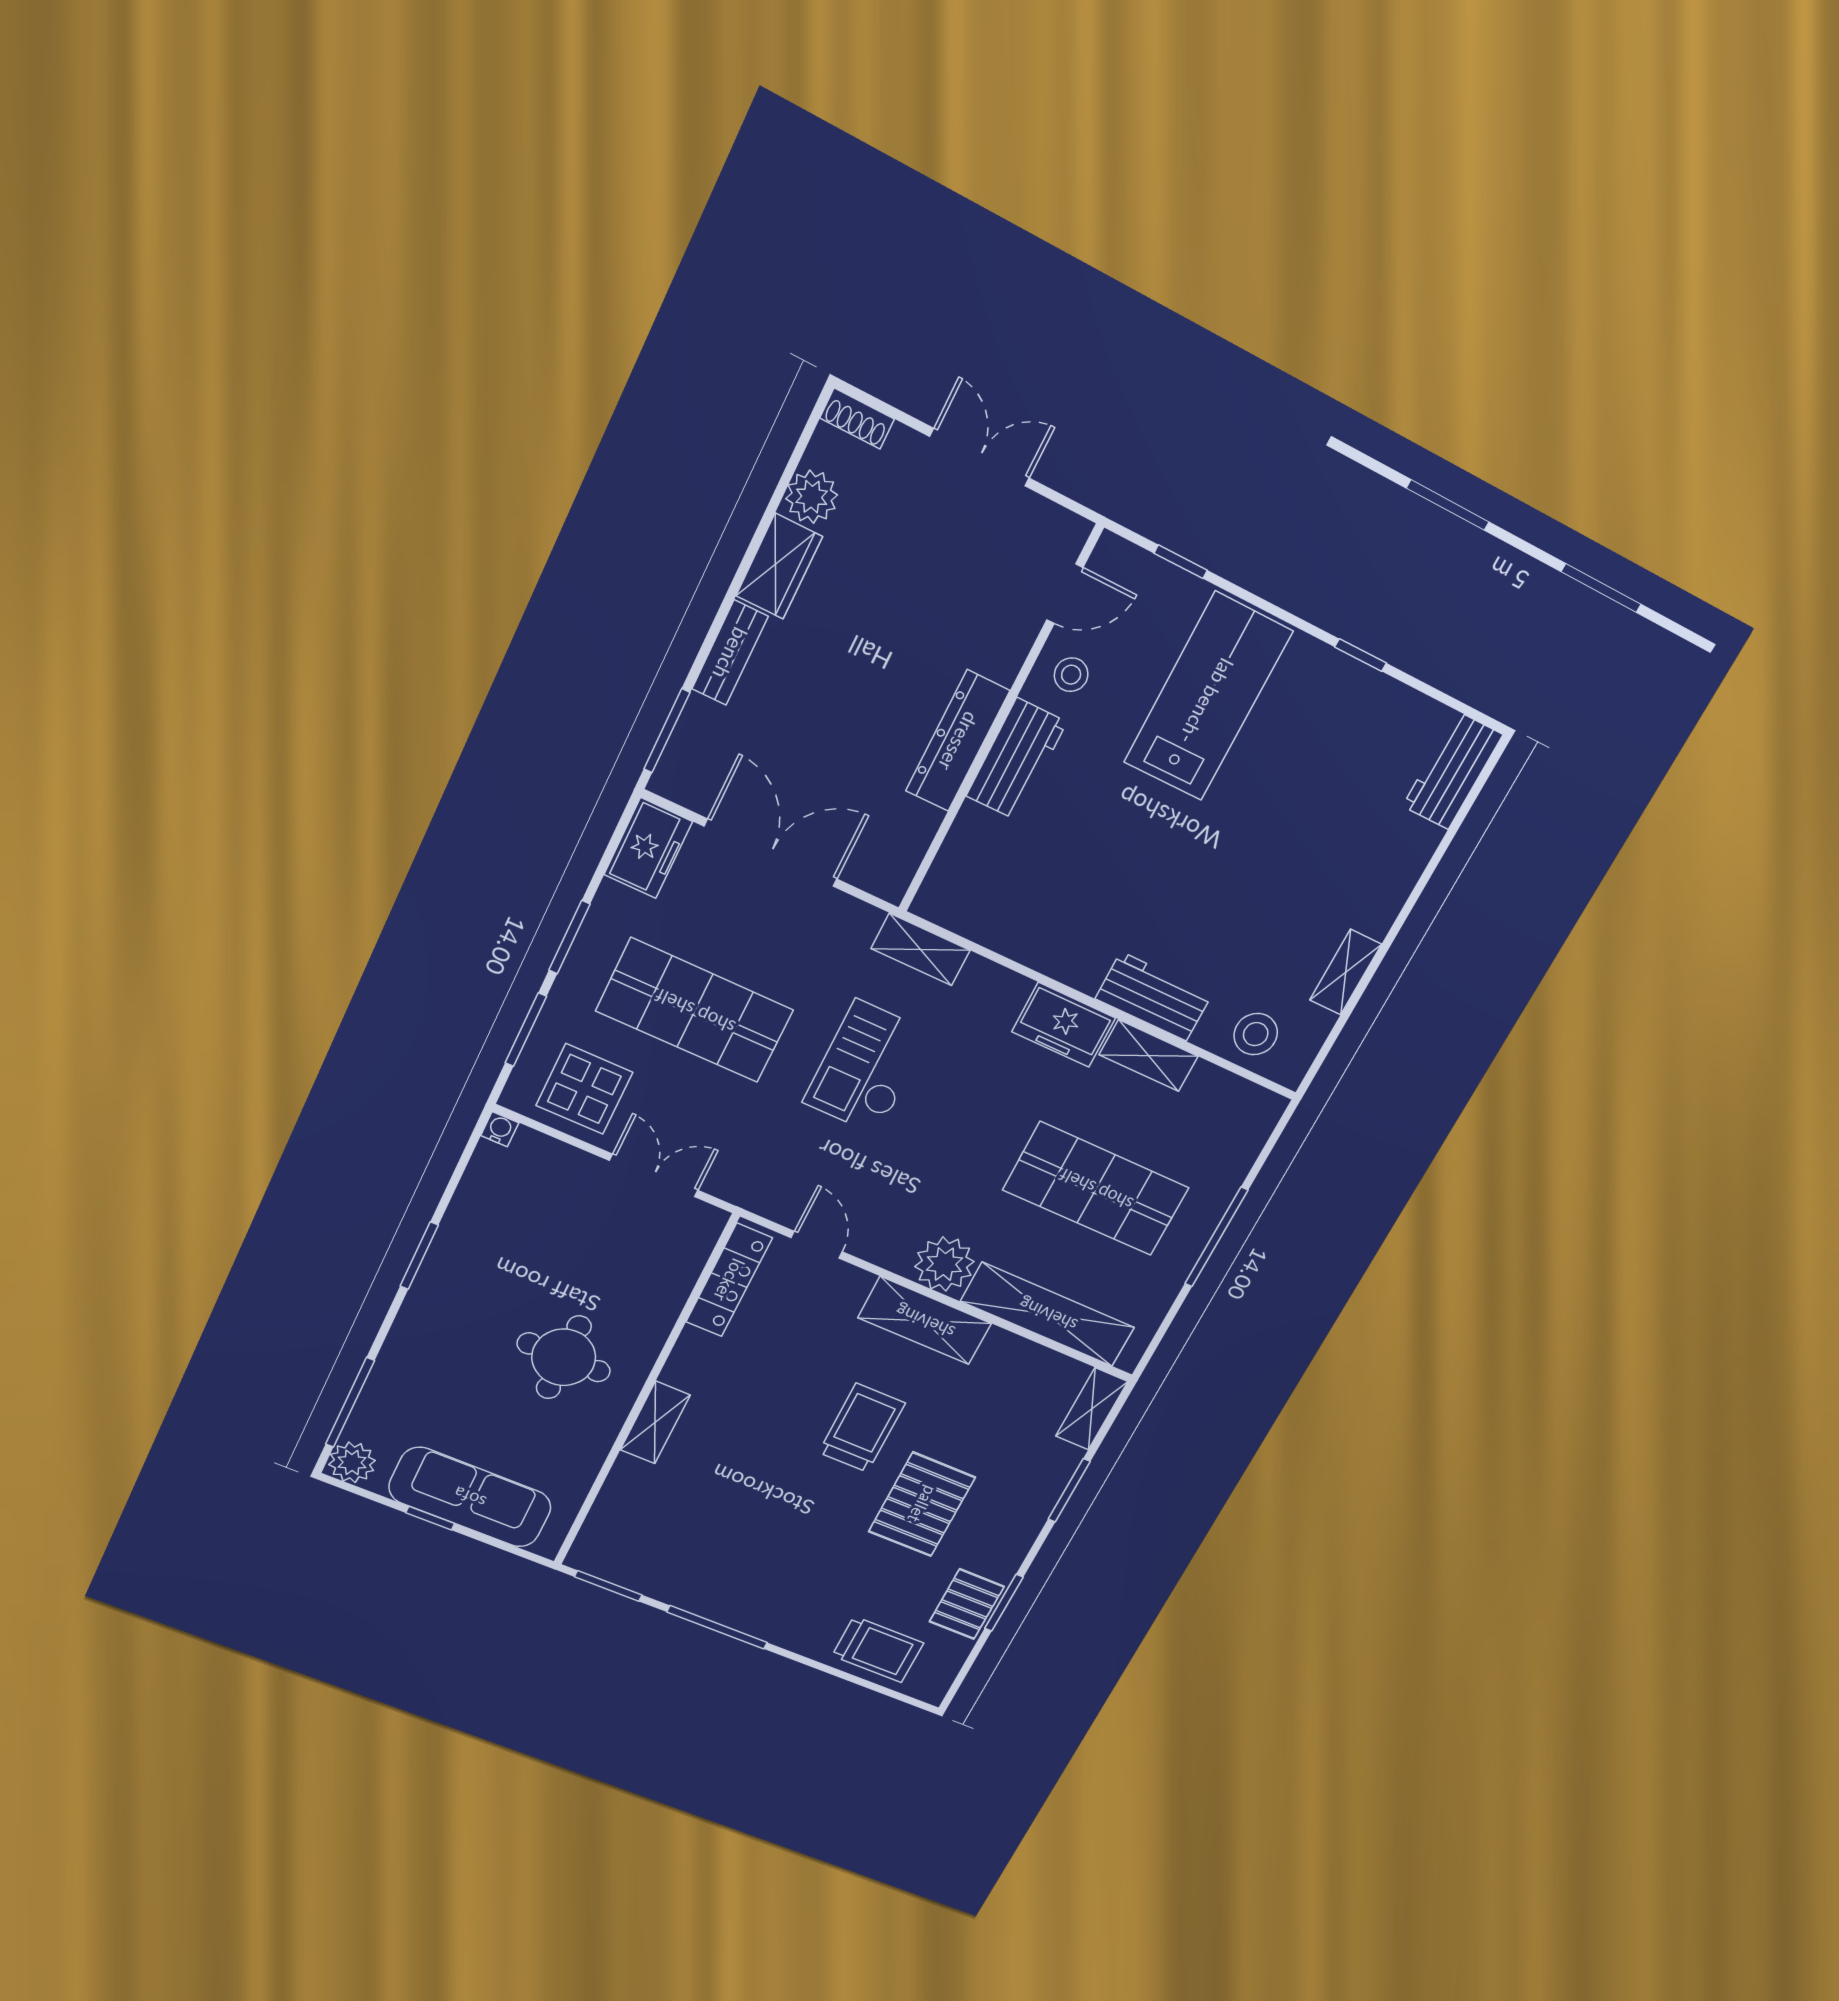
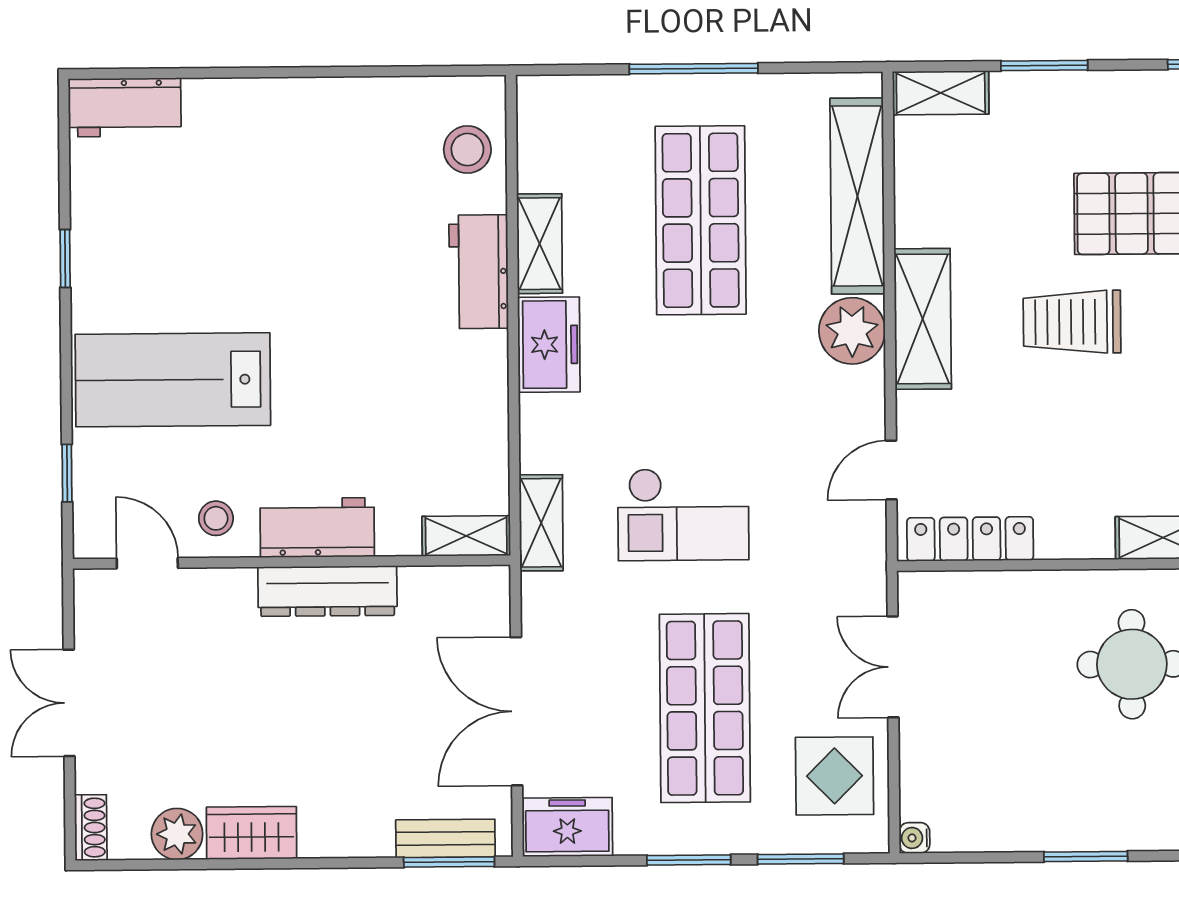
bench: (730, 653) -> (445, 838), moved
shelving: (1346, 972) -> (466, 536), moved

